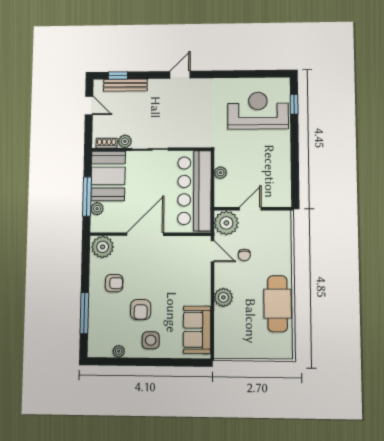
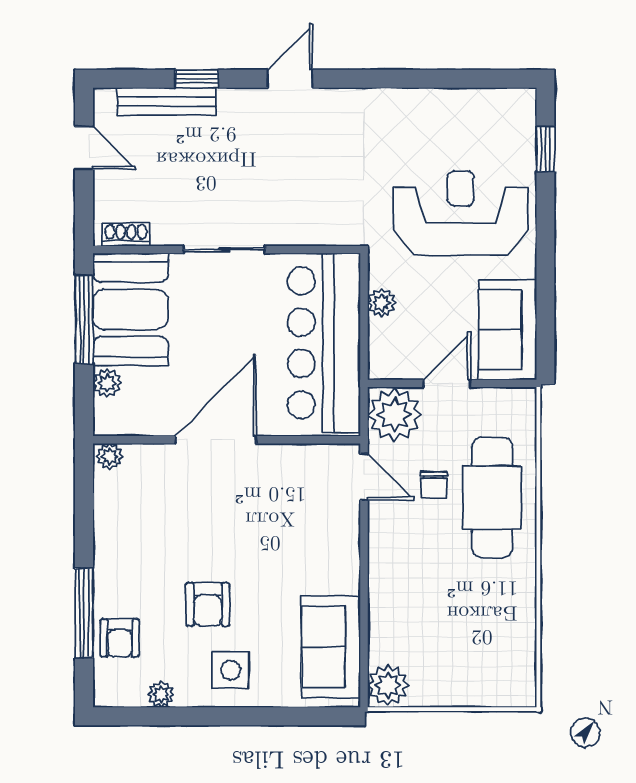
window: (118, 75) -> (197, 79), moved
reception desk: (258, 111) -> (461, 213), moved
plant: (125, 141) -> (167, 231), removed
sofa: (278, 185) -> (508, 330), added
window: (87, 197) -> (84, 319), moved
plant: (103, 247) -> (110, 456), width x0.53, depth x0.53
armchair: (114, 283) -> (120, 638), moved, turned 90
plant: (223, 297) -> (388, 685), moved
cafe table: (277, 304) -> (492, 498), moved

